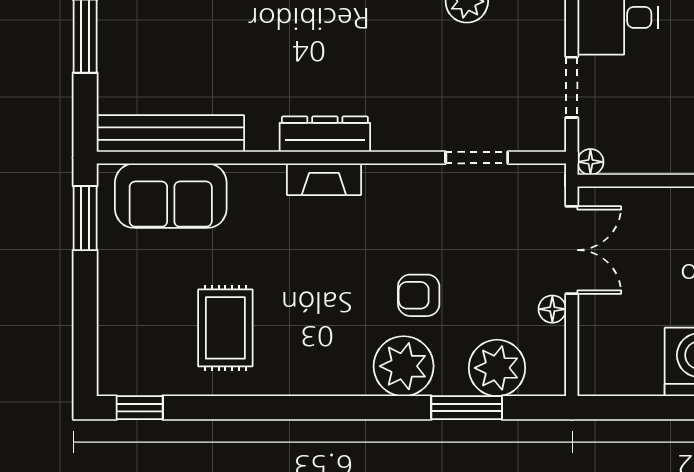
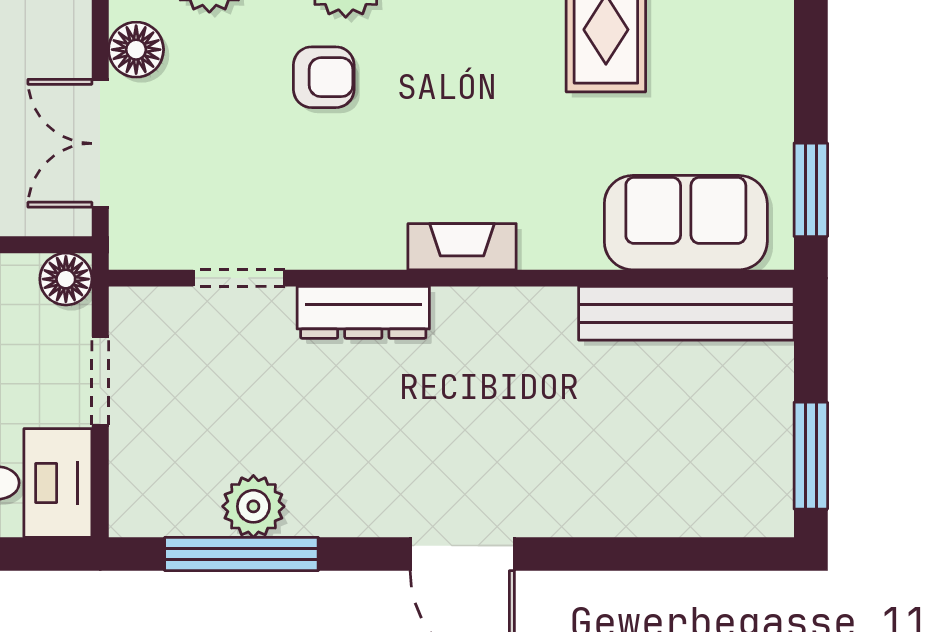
dresser: (325, 134) -> (363, 312), moved
floor lamp: (590, 162) -> (66, 279), width x1.37, depth x1.37
floor lamp: (552, 309) -> (136, 50), width x1.37, depth x1.37

